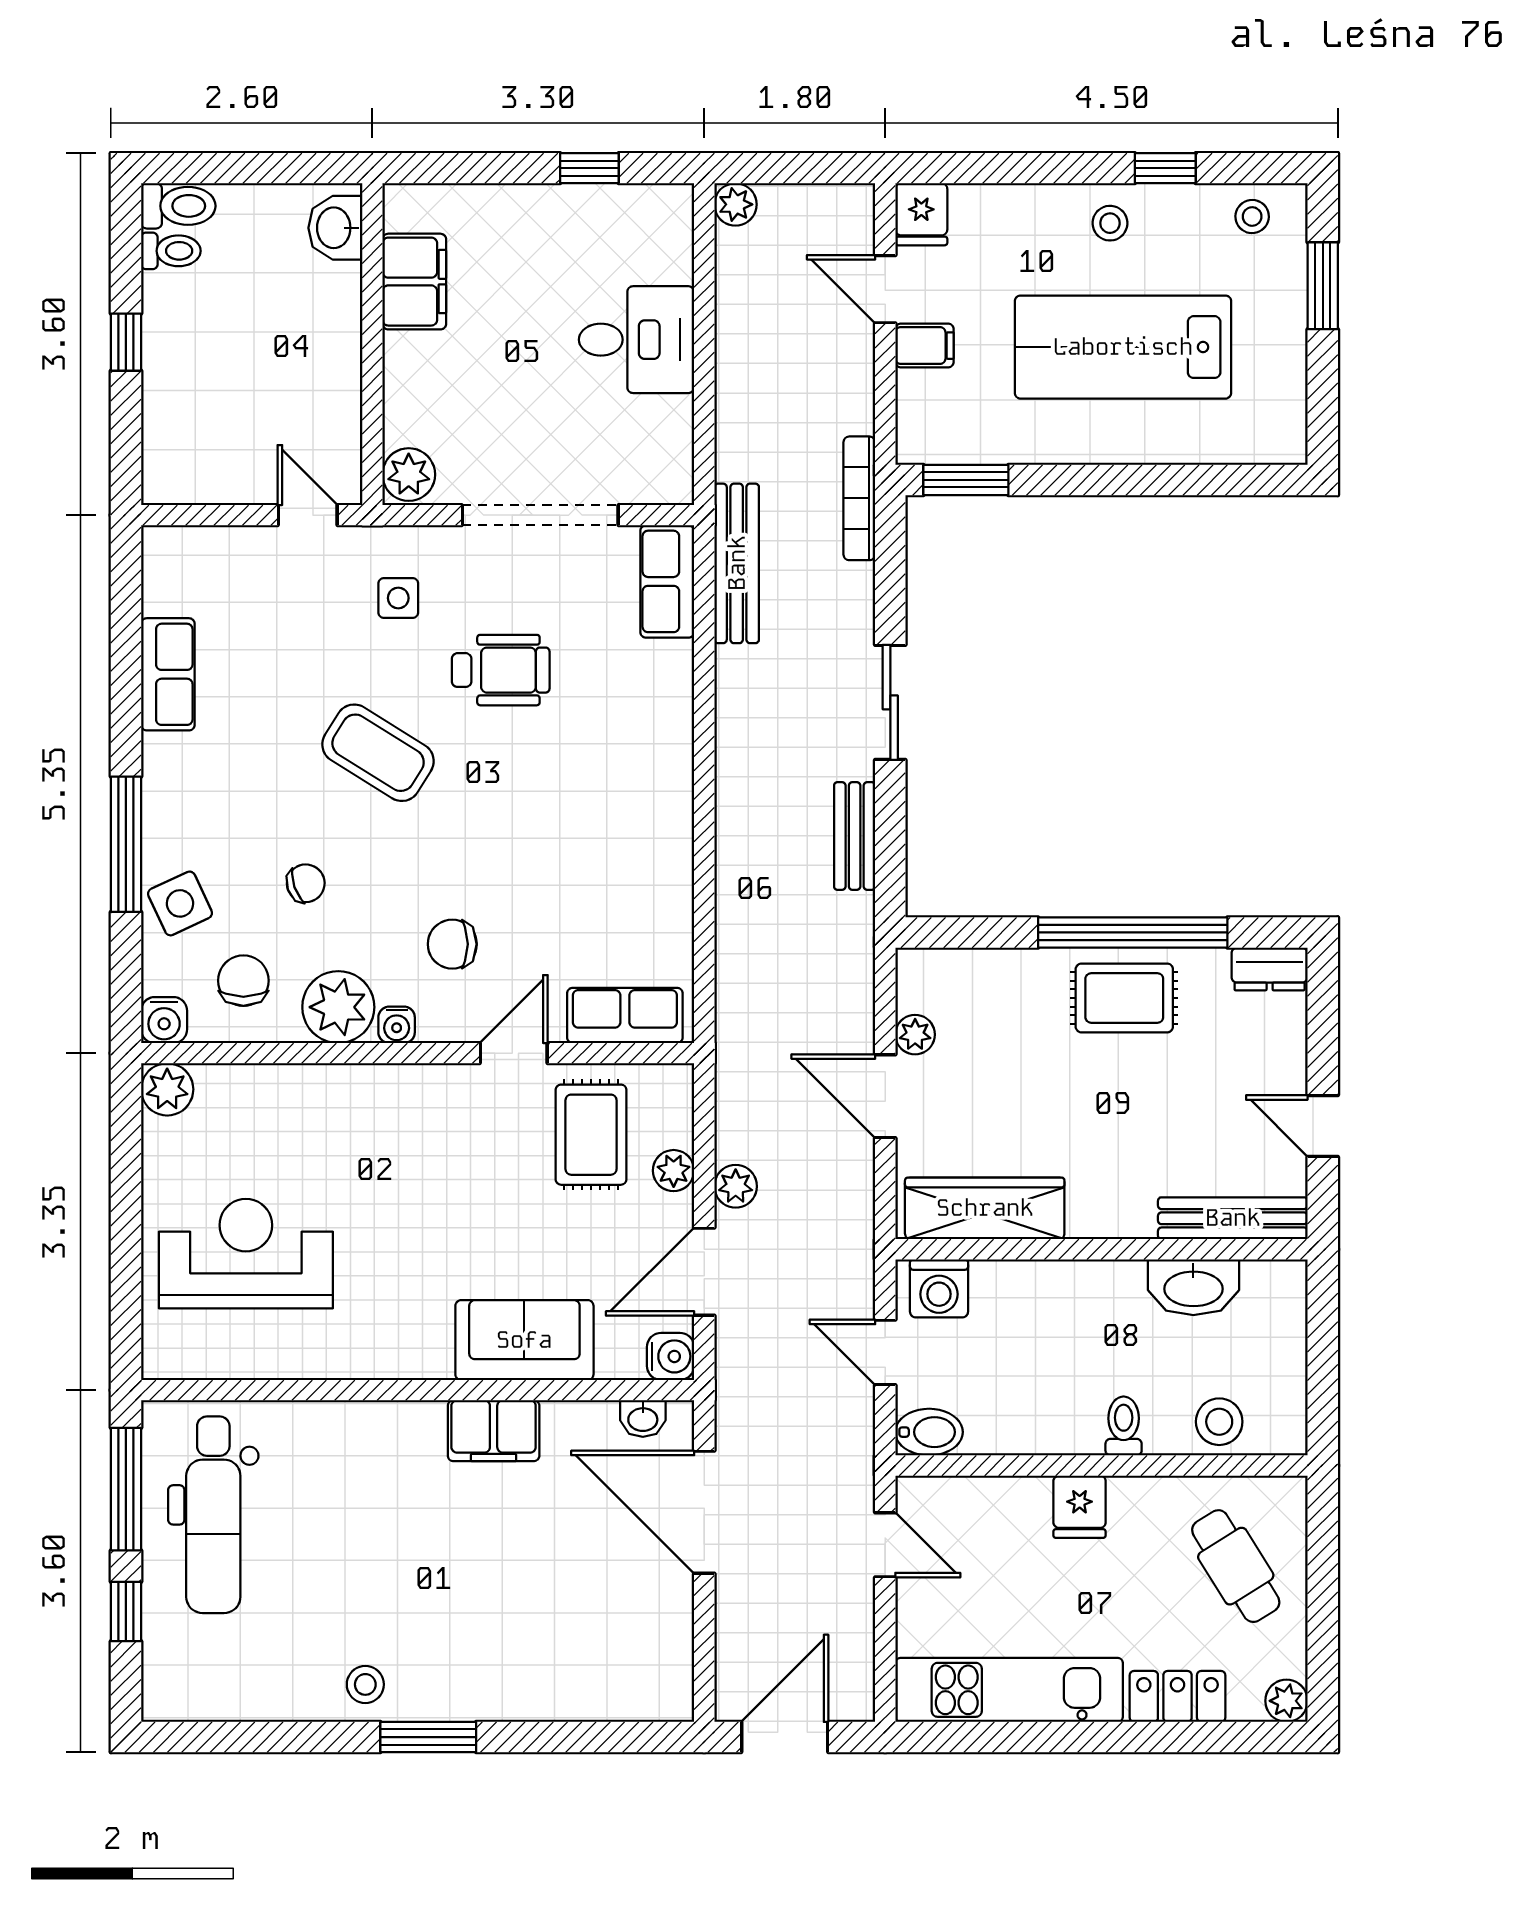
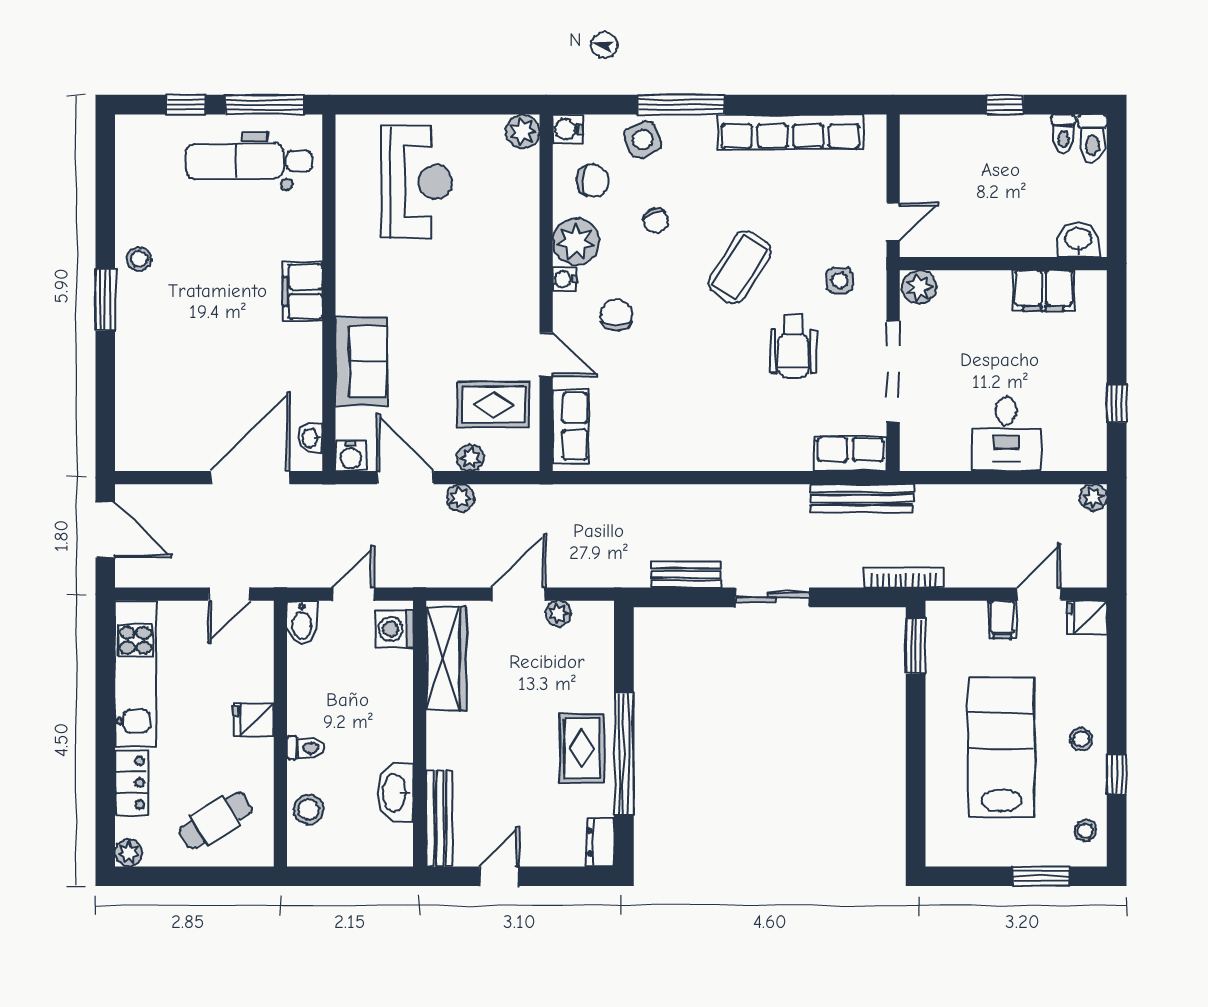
row of seats: (168, 674) -> (790, 132), width x2.02
filing cabinet: (494, 1431) -> (303, 291), moved

